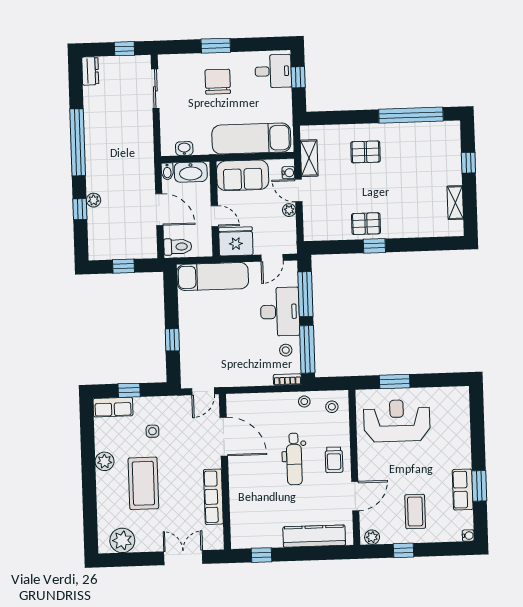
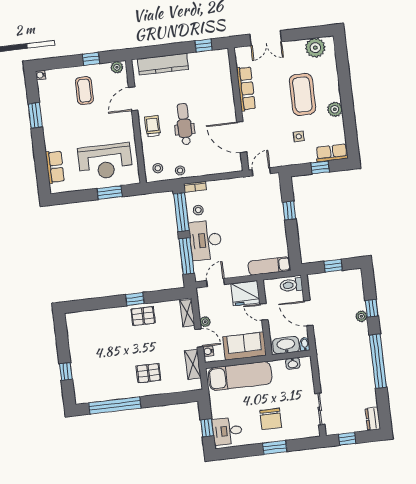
shelving: (455, 203) -> (187, 313), moved
exam couch: (213, 277) -> (269, 266), width x0.73, depth x0.69
row of seats: (463, 490) -> (55, 167), moved

